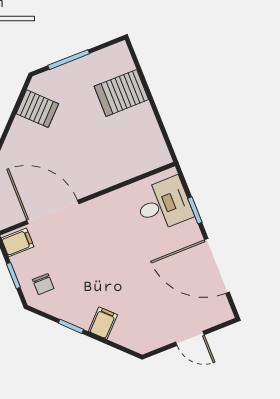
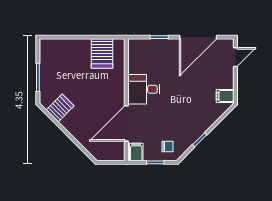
server rack: (121, 93) -> (102, 53), moved
desk: (164, 205) -> (144, 89), moved, turned -90
filing cabinet: (103, 323) -> (225, 96), moved, turned -45
door: (190, 338) -> (235, 57), moved

